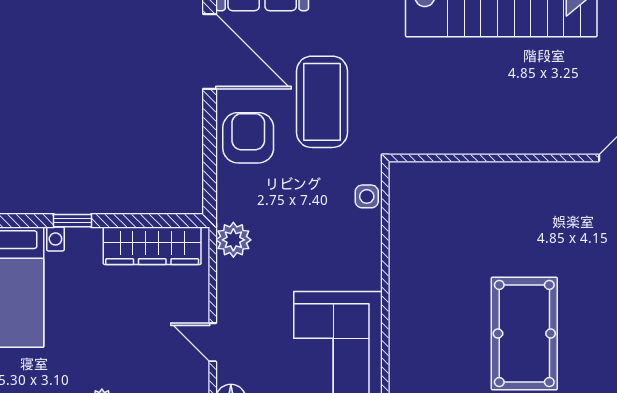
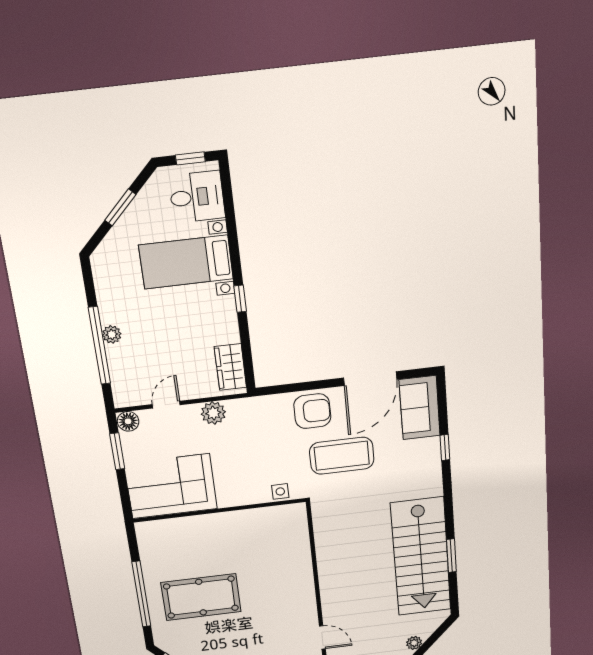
plant: (233, 240) -> (213, 413), moved
wardrobe: (152, 246) -> (230, 367), width x0.67

